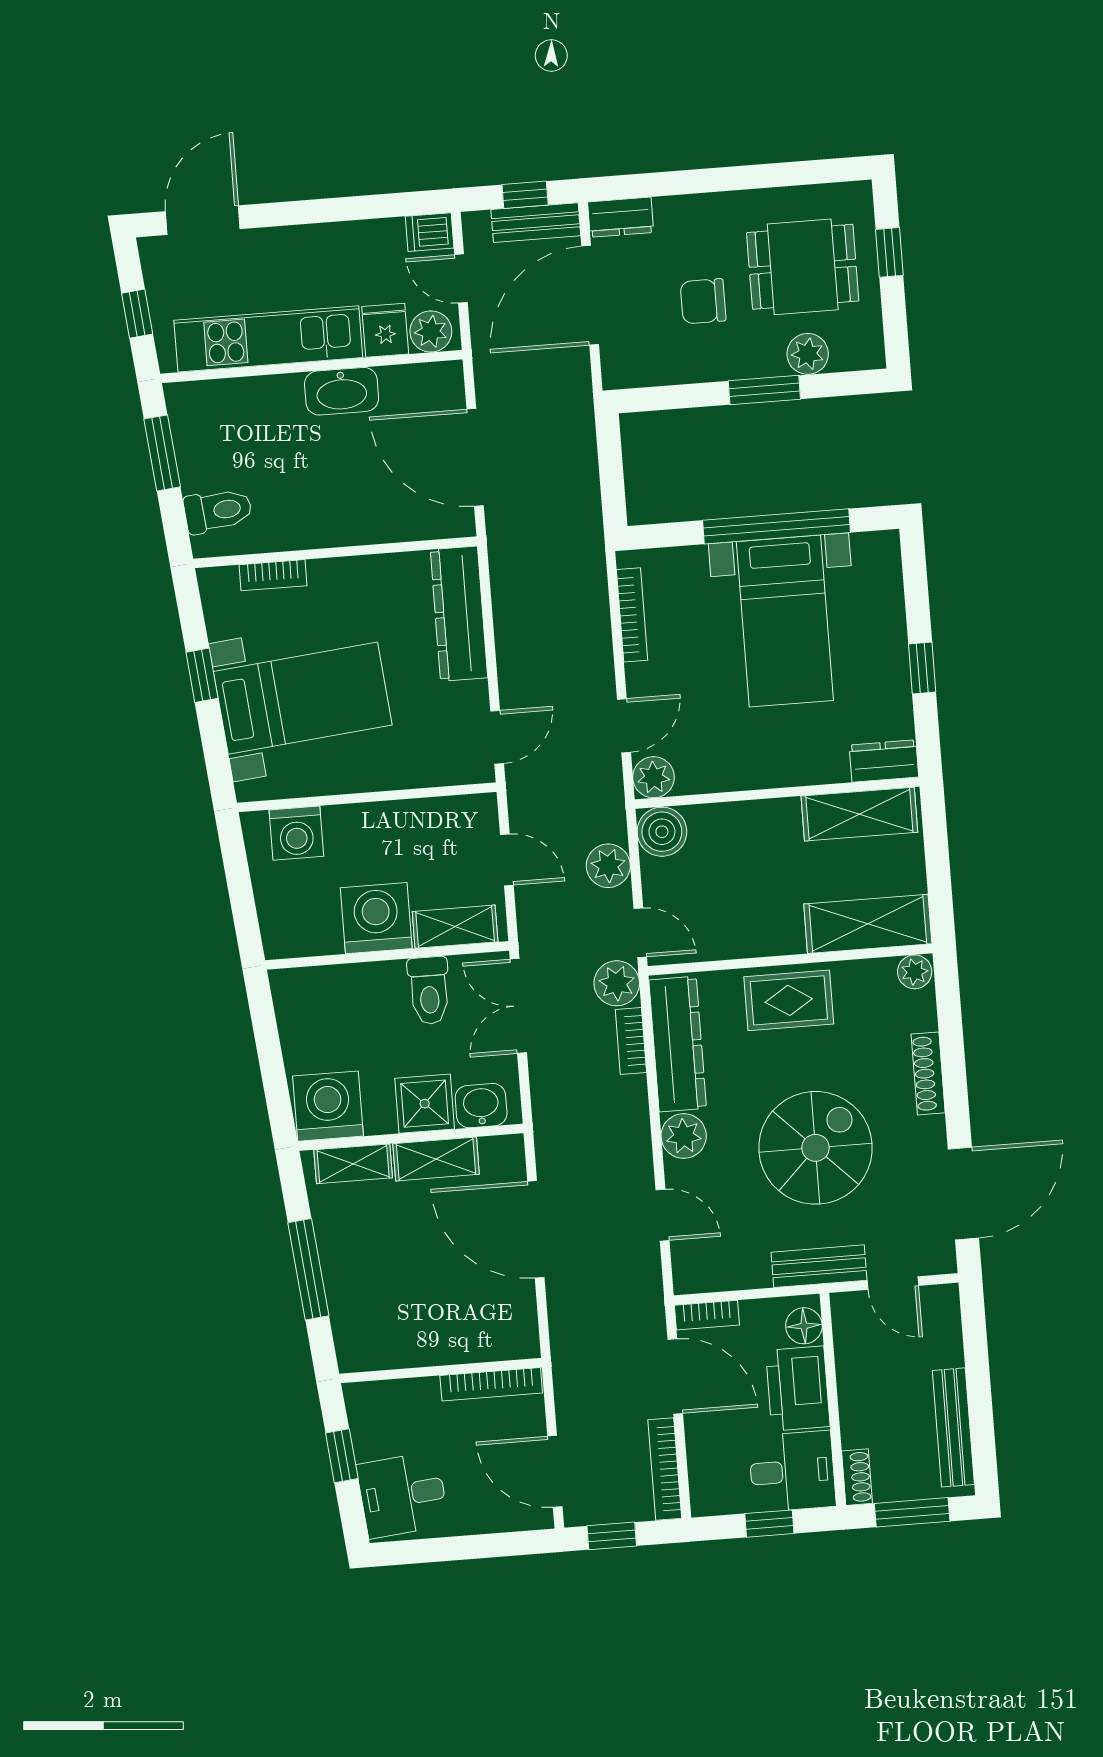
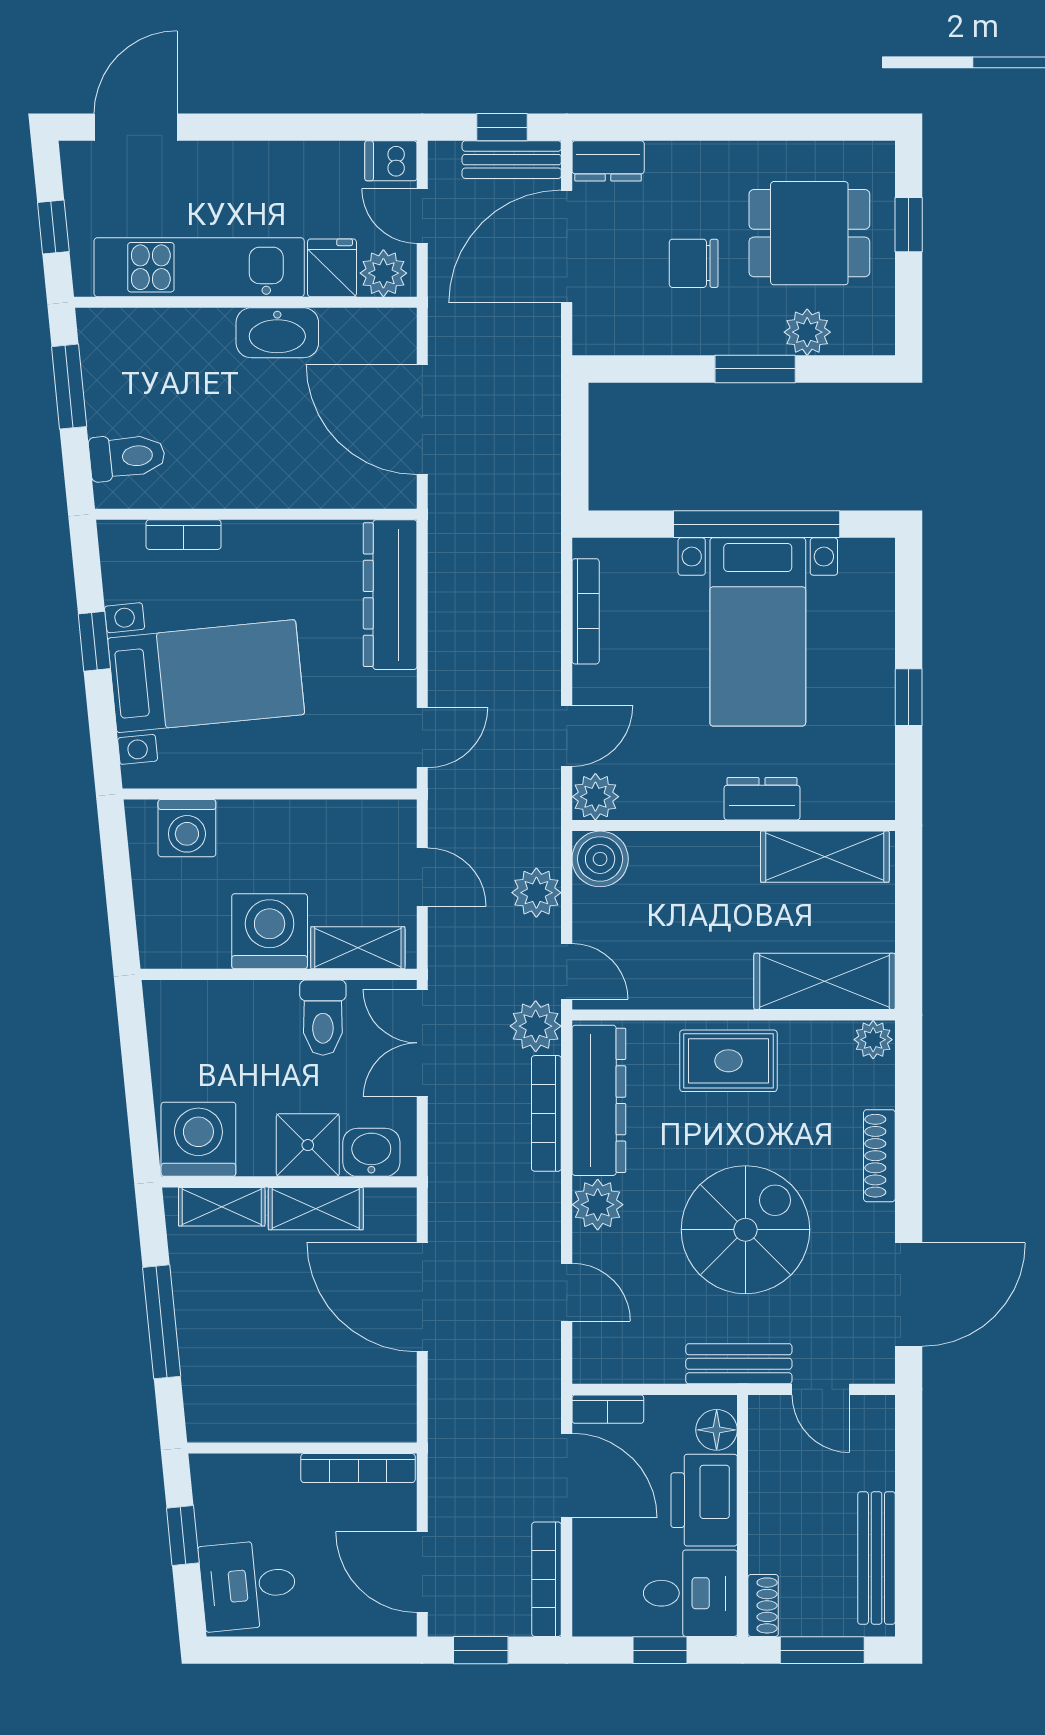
dresser: (884, 761) -> (762, 799), moved
bookcase: (631, 1041) -> (546, 1113), width x1.56

